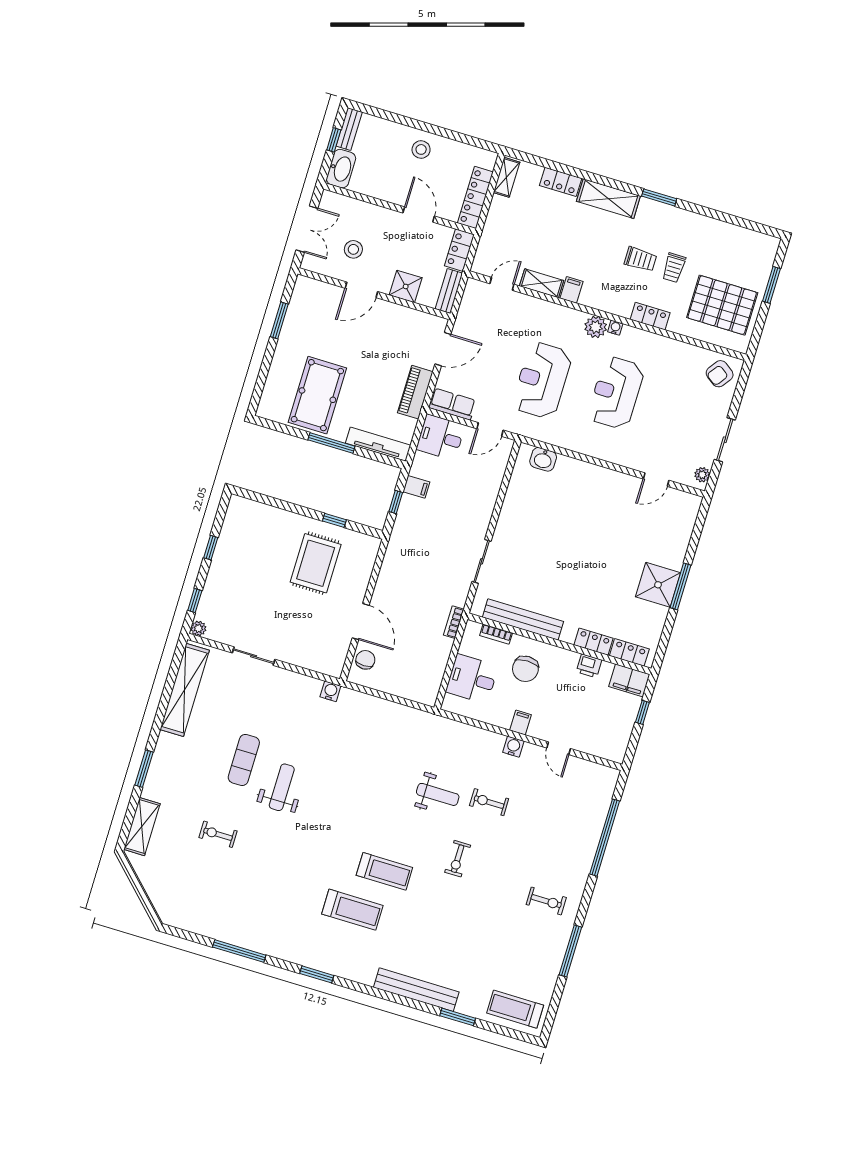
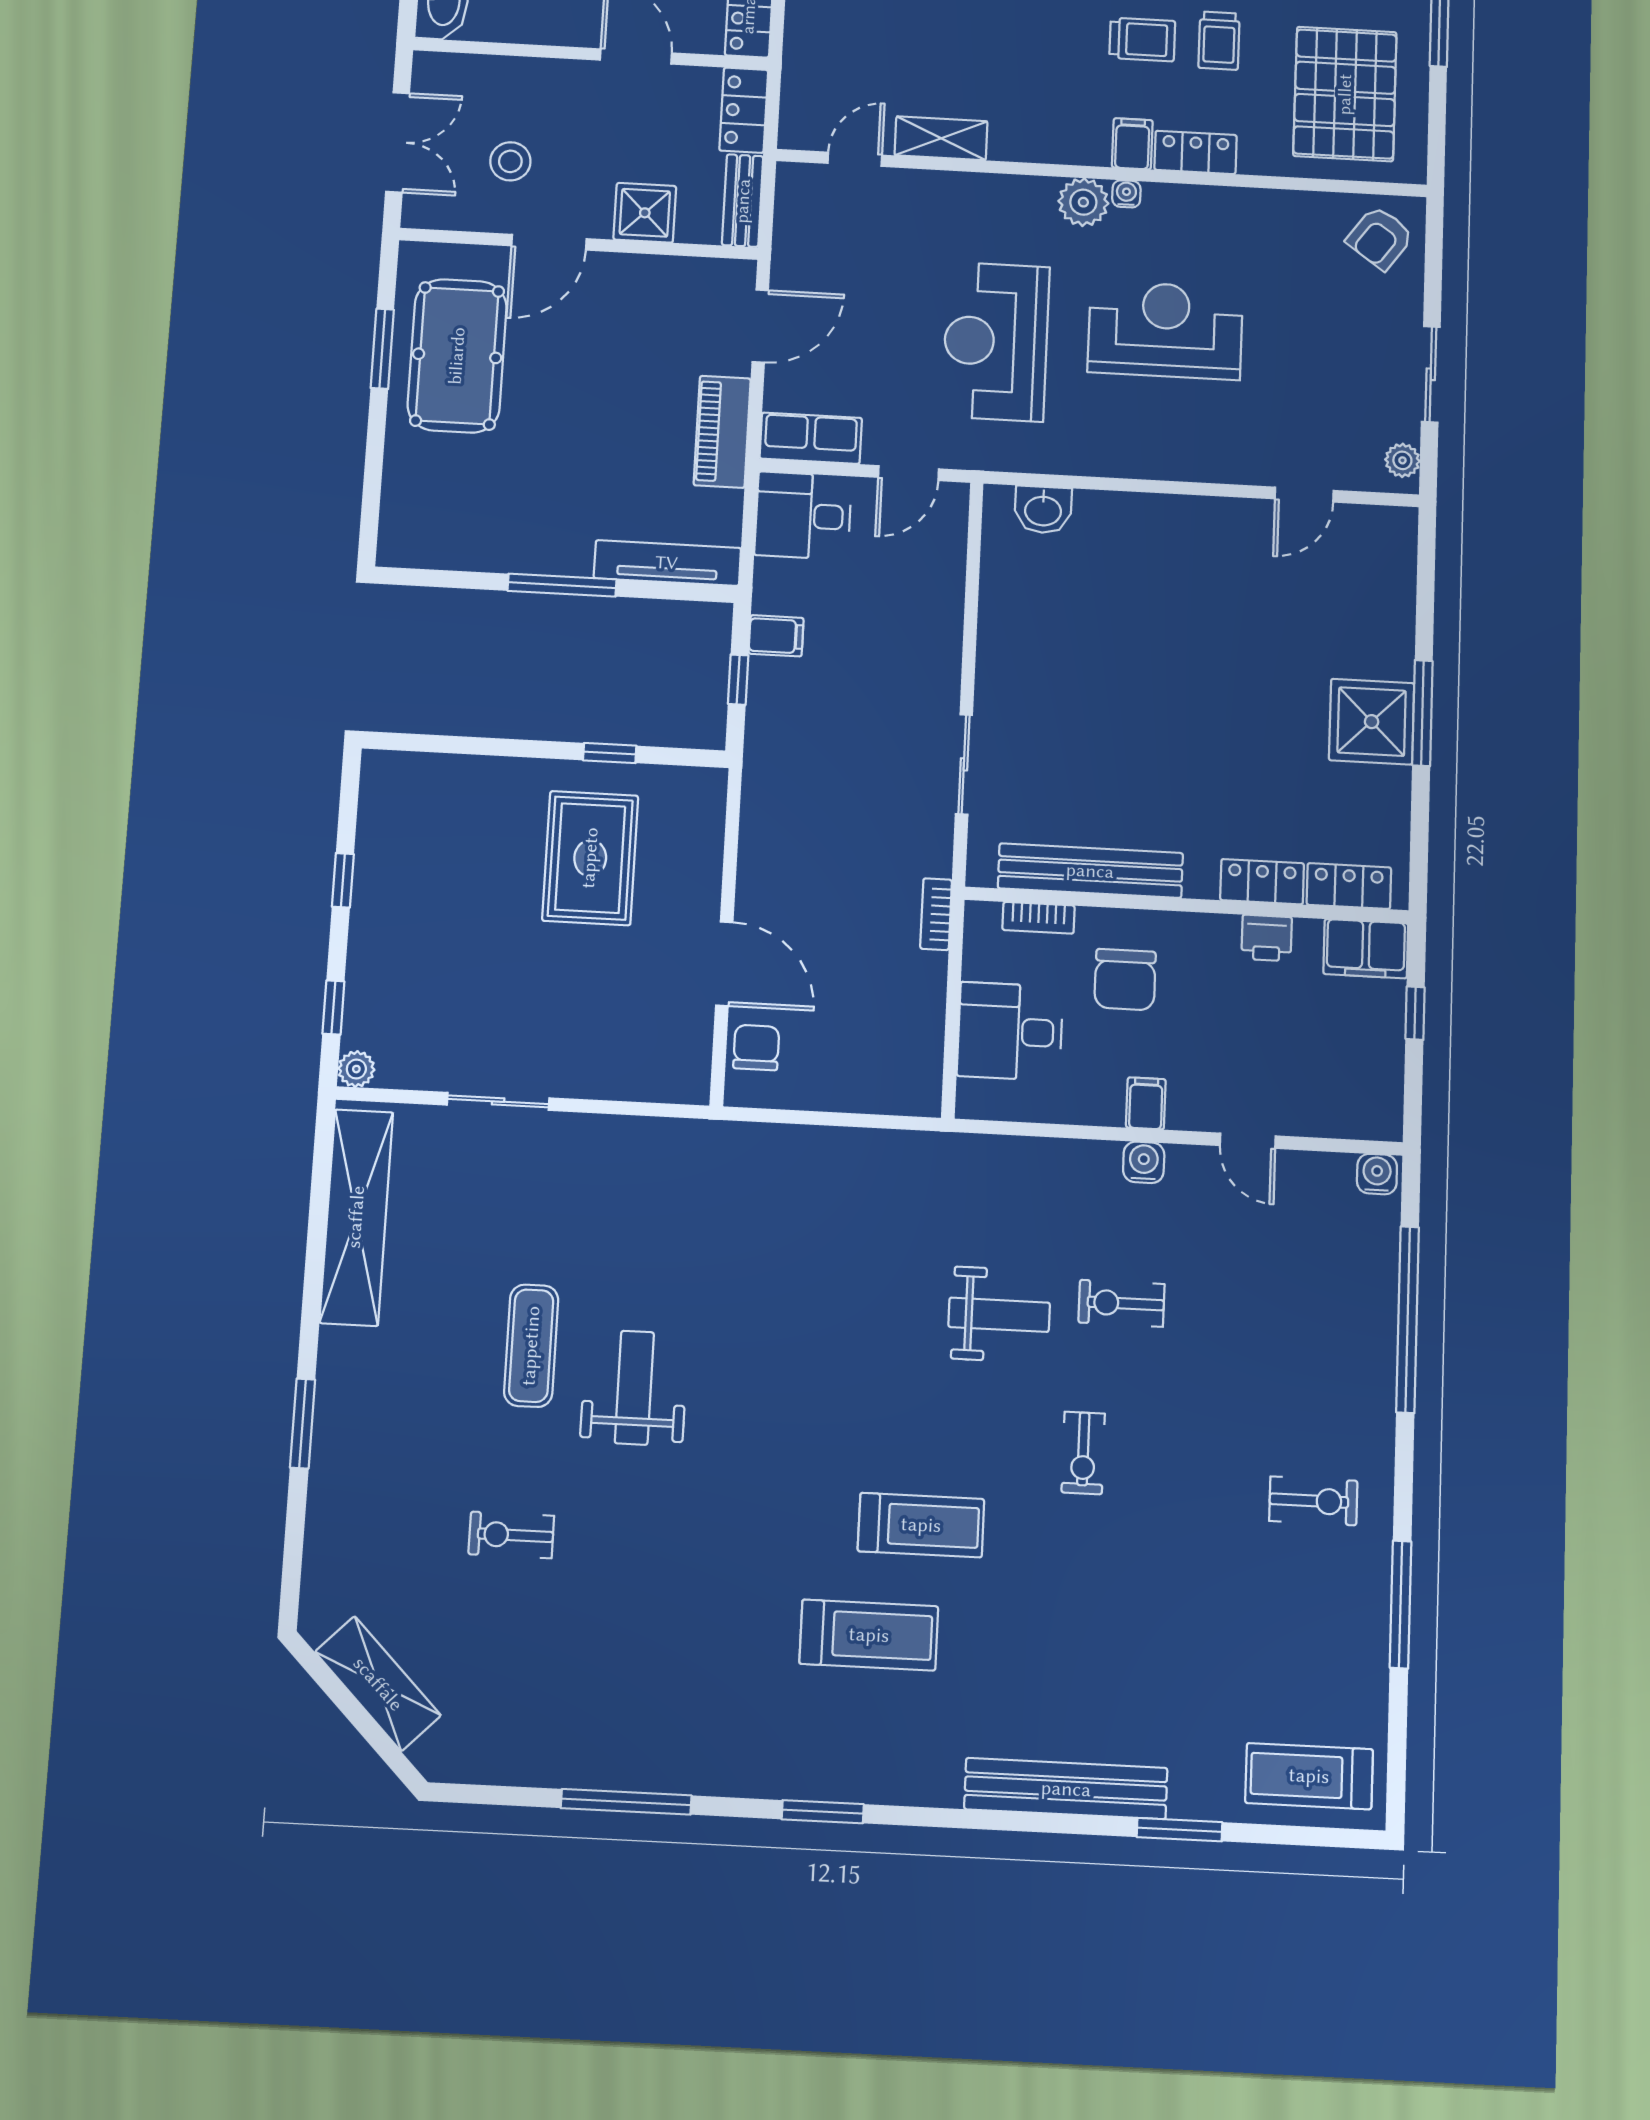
filing cabinet: (571, 290) -> (1132, 144), moved
pallet: (722, 305) -> (1345, 94), turned 90
reception desk: (616, 393) -> (1165, 330), turned 90
pool table: (317, 395) -> (457, 356), moved
water cooler: (330, 691) -> (1377, 1174), moved
shelving: (142, 827) -> (378, 1684), moved, turned -45

